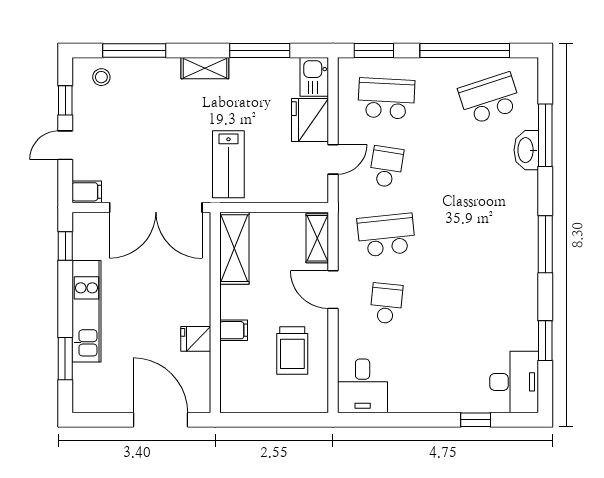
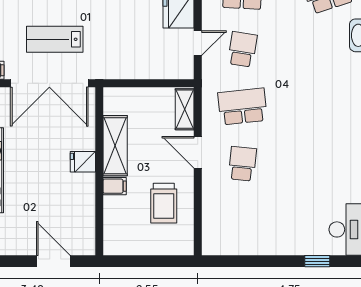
lab bench: (228, 164) -> (55, 39), moved, turned 90
shelving: (234, 248) -> (115, 146), moved
fridge: (196, 339) -> (83, 162), moved
desk: (363, 386) -> (223, 233), removed
door: (161, 420) -> (53, 261), width x0.73

